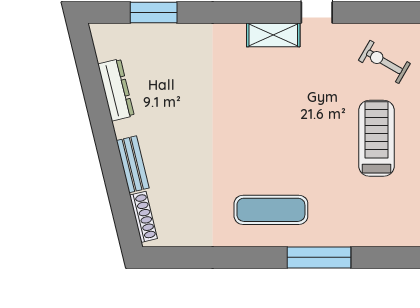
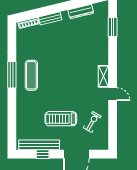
treadmill: (377, 138) -> (61, 119), turned 180
window: (319, 257) -> (12, 75), moved

